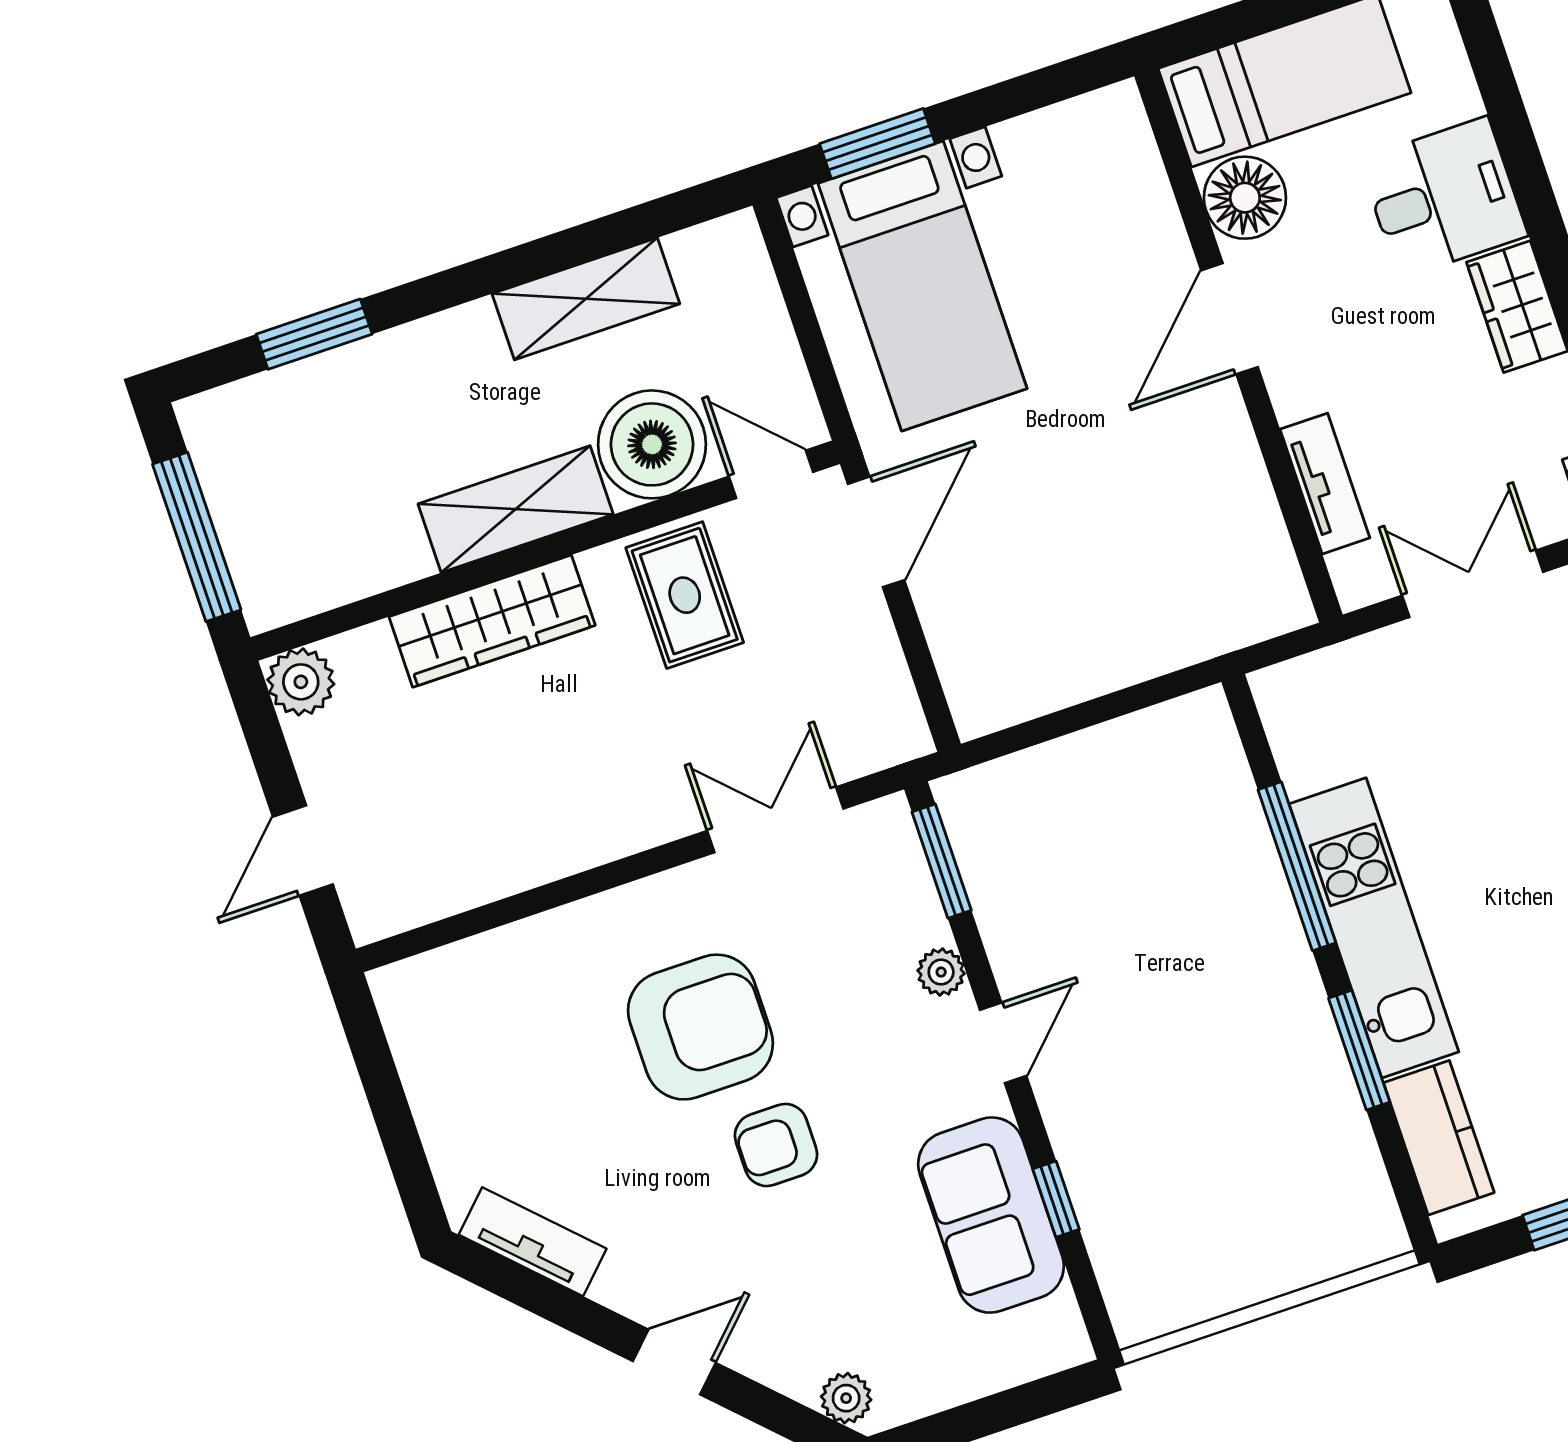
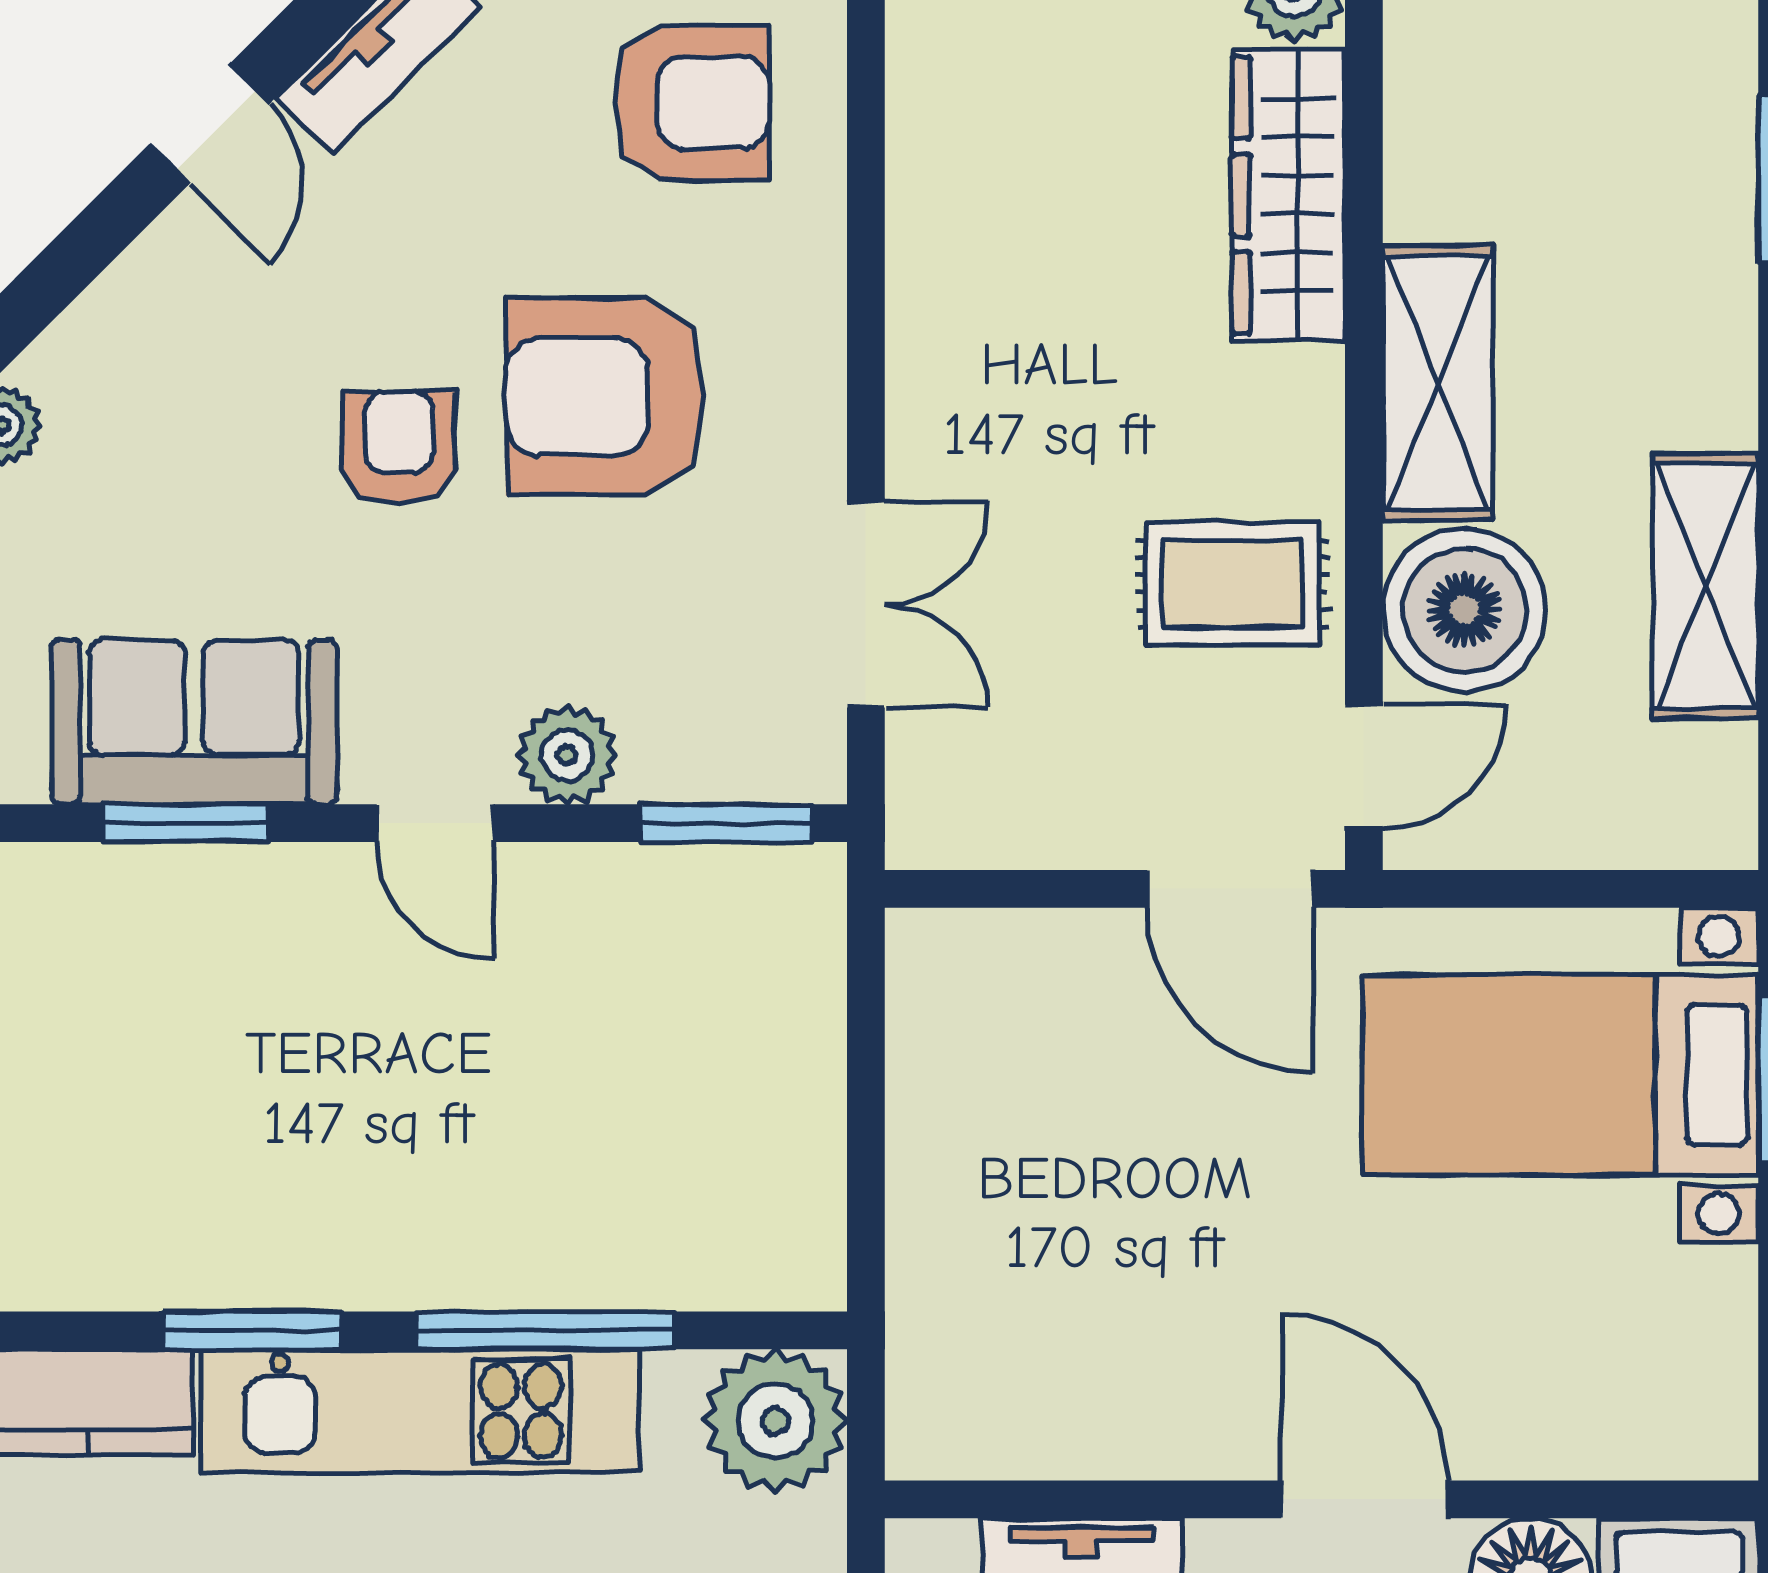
wardrobe: (492, 621) -> (1289, 195), moved
plant: (1305, 704) -> (775, 1421), added
plant: (941, 972) -> (567, 755), width x1.38, depth x1.38
armchair: (700, 1027) -> (605, 397), turned 90
armchair: (498, 1035) -> (691, 102), added
window: (1056, 1199) -> (185, 823), width x1.50
door: (674, 1362) -> (210, 124), moved

